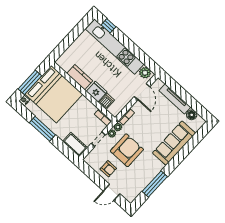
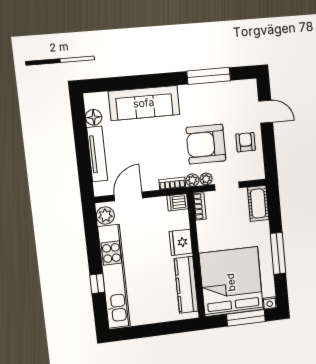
window: (109, 26) -> (97, 284), moved
kitchen counter: (80, 77) -> (186, 285), width x1.50
dishwasher: (107, 101) -> (177, 202), moved

